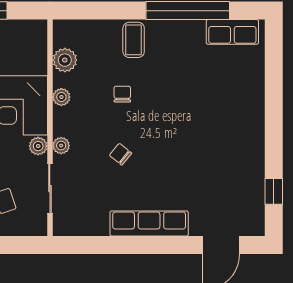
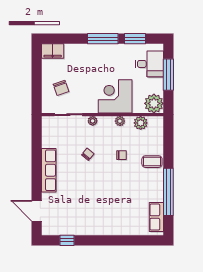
plant: (38, 146) -> (154, 103), moved, width x1.87, depth x1.87

